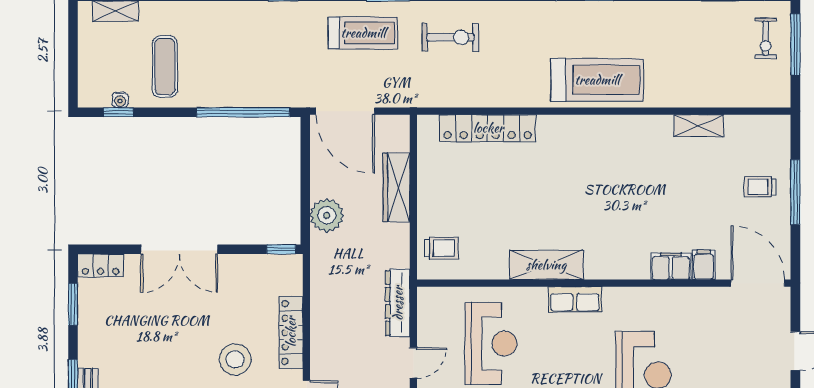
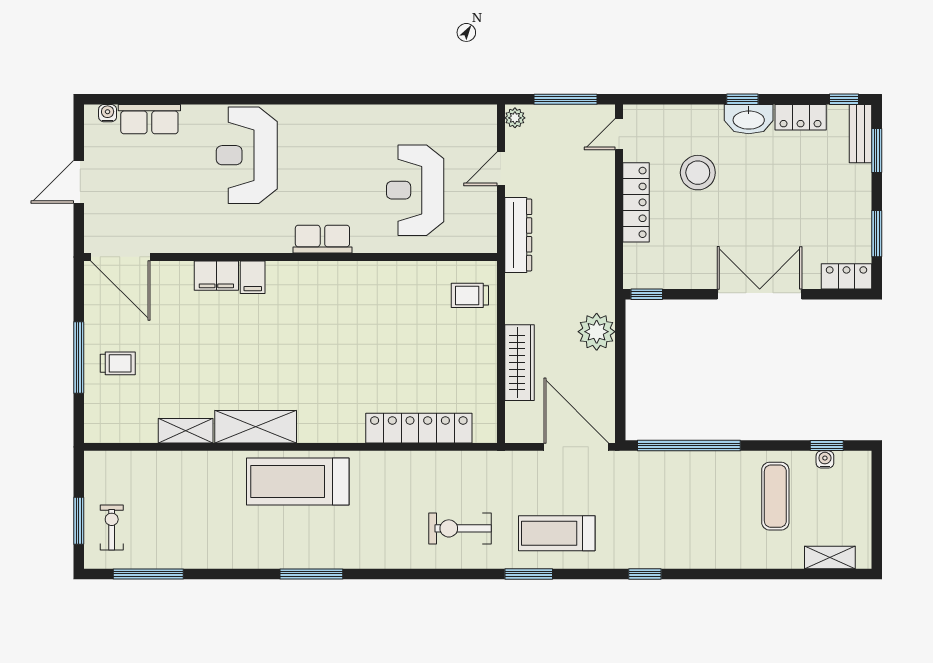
window: (795, 44) -> (79, 521), width x0.69
shelving: (546, 265) -> (256, 427), moved
filing cabinet: (704, 265) -> (253, 277), moved

